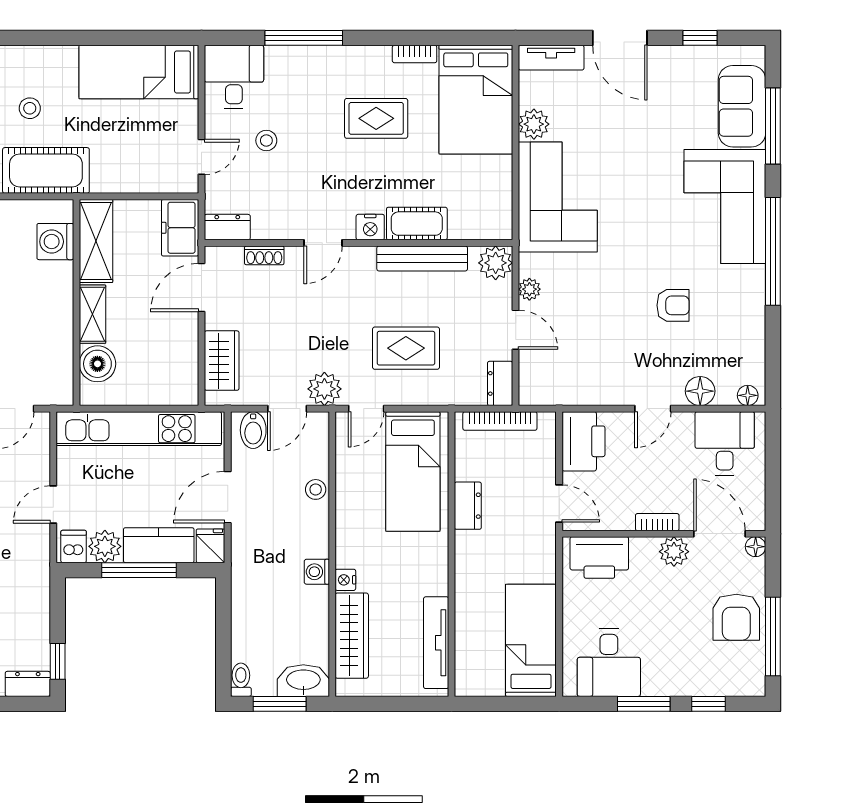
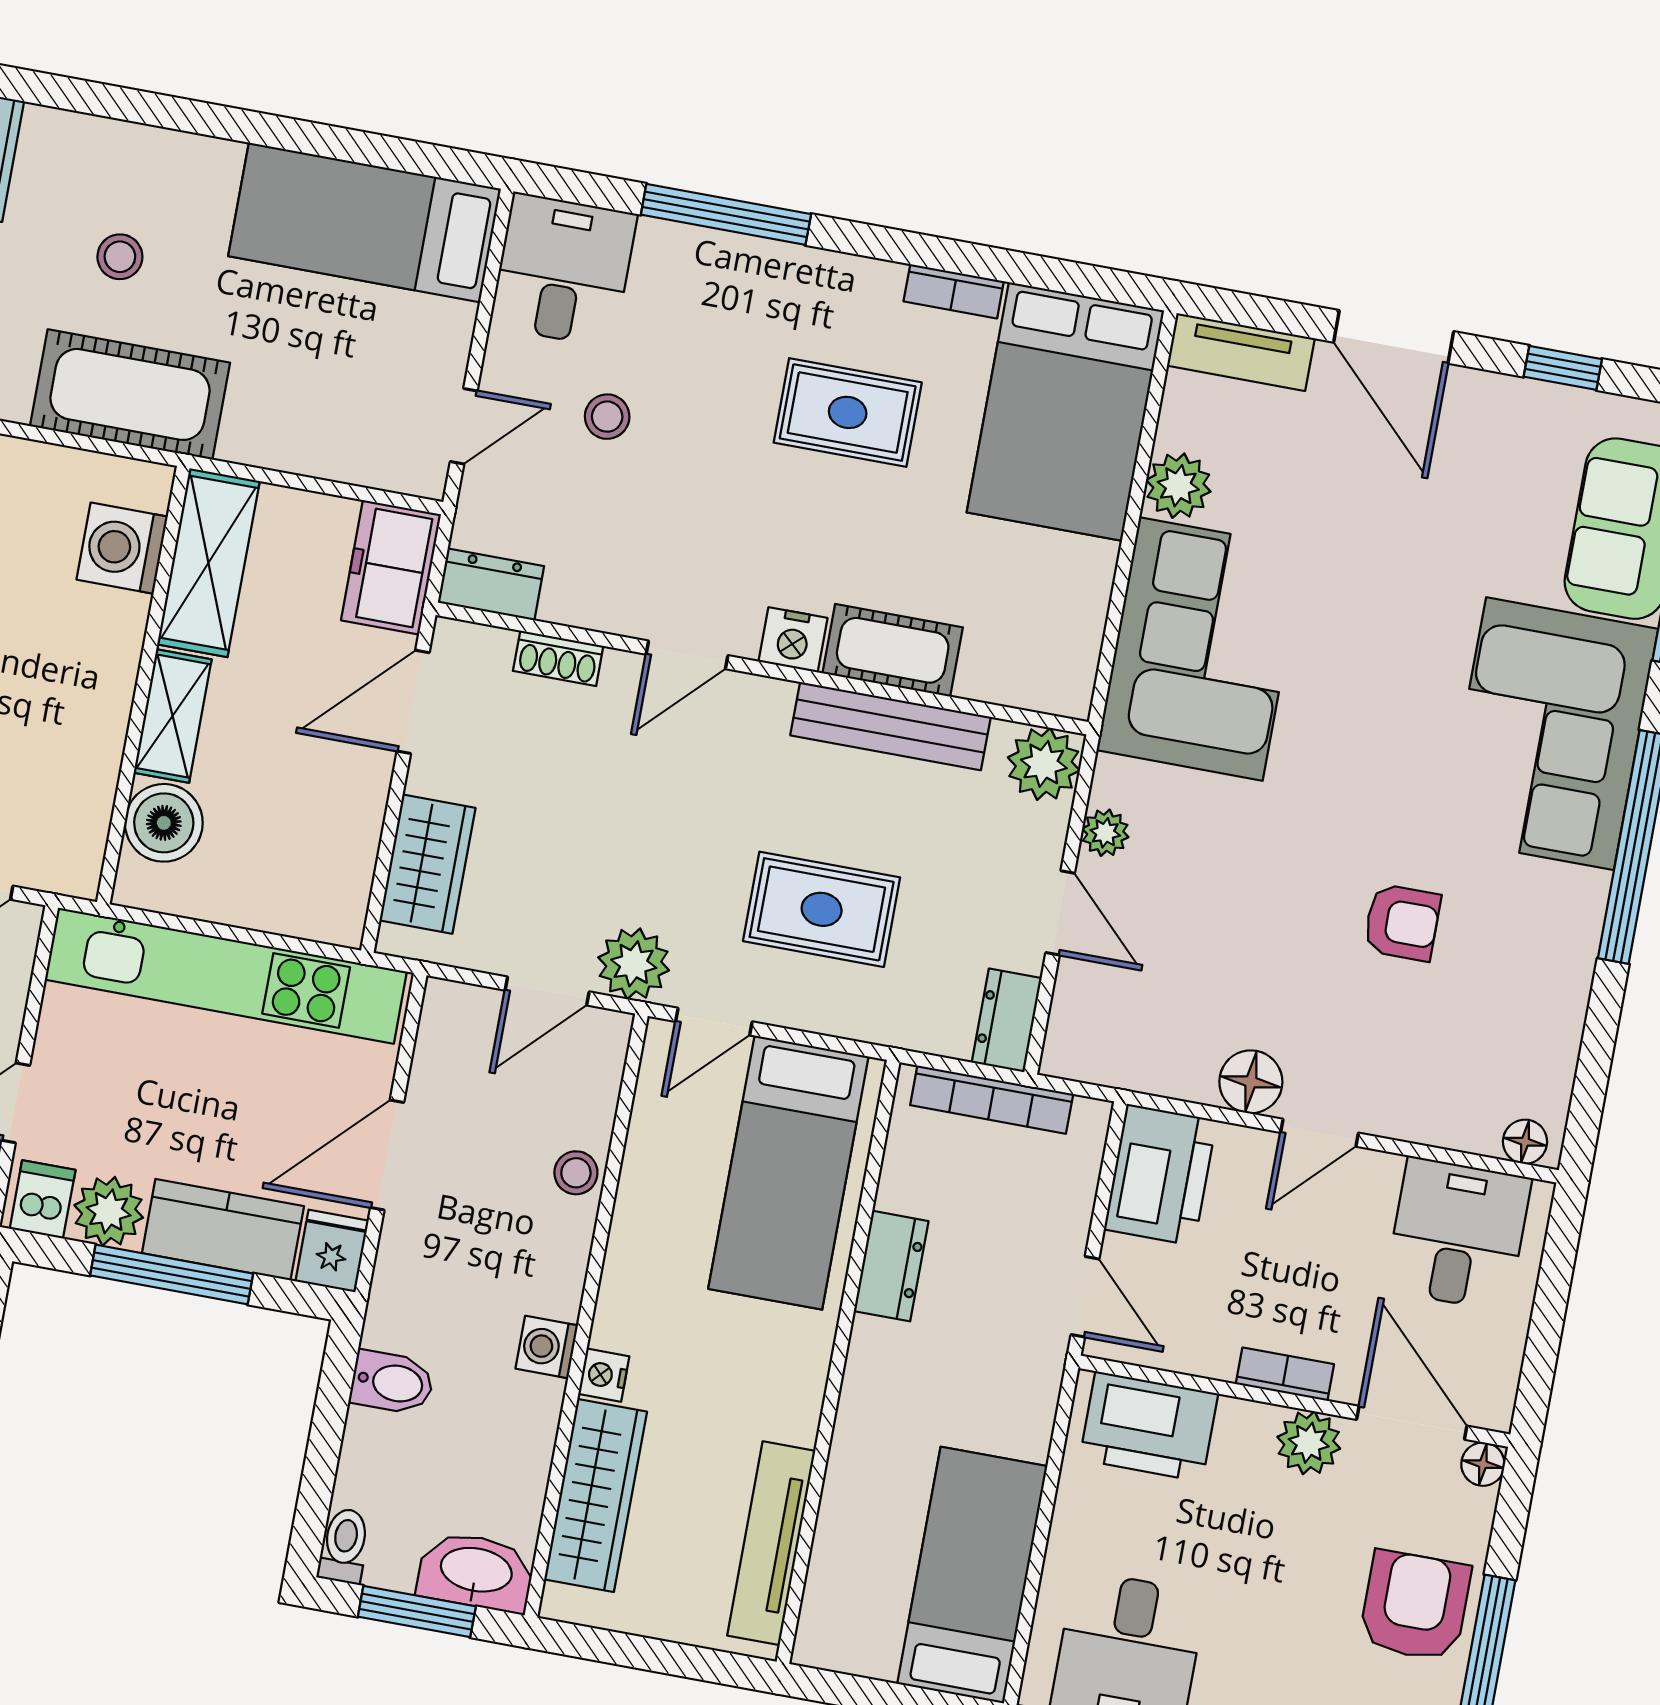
floor lamp: (700, 391) -> (1251, 1082), moved
bidet: (253, 430) -> (392, 1382), moved, turned -90
armchair: (736, 617) -> (1415, 1606), turned 180

